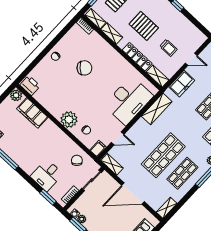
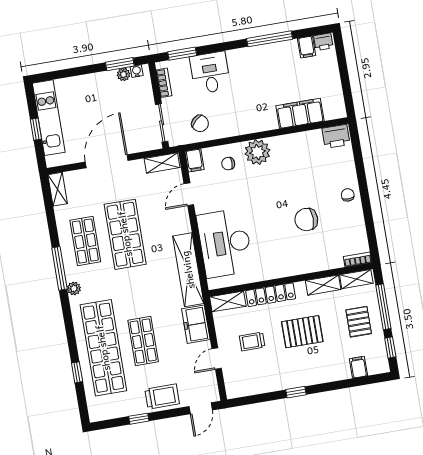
chair: (84, 68) -> (306, 220), turned 46
plant: (16, 95) -> (337, 110), removed
shelving: (157, 109) -> (188, 270), width x1.47

